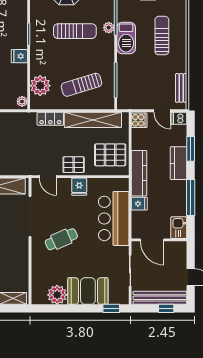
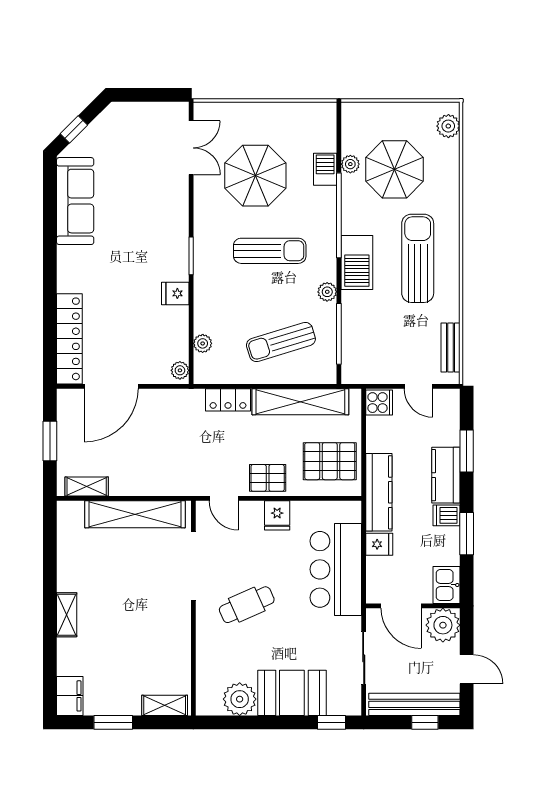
plant: (109, 28) -> (327, 292), moved
sun lounger: (162, 36) -> (418, 258), width x1.36, depth x1.34
plant: (40, 86) -> (203, 343), width x0.53, depth x0.53
dishwasher: (179, 118) -> (447, 515), moved
window: (191, 197) -> (467, 534), width x0.69
plant: (177, 251) -> (443, 625), added

